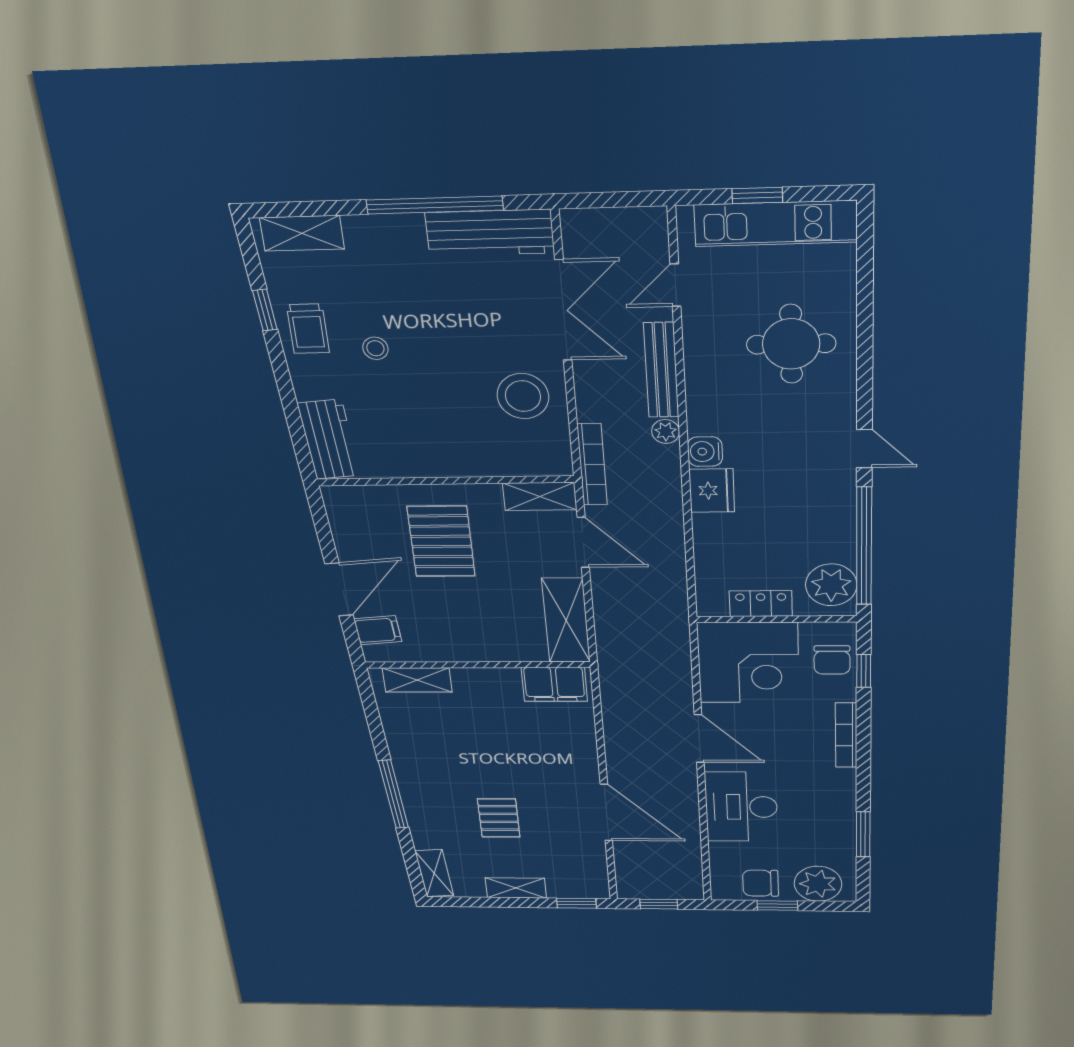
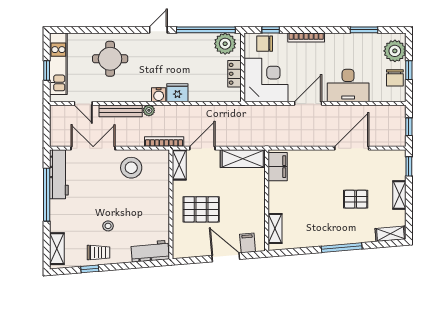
chair: (832, 660) -> (265, 44), turned 180

